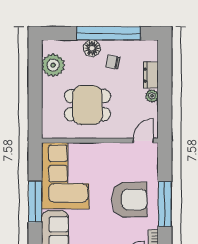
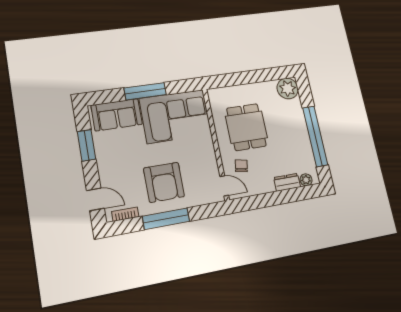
floor lamp: (92, 48) -> (299, 123), removed
chair: (113, 62) -> (241, 166), moved
plant: (53, 65) -> (288, 89), moved
plant: (152, 96) -> (306, 180), moved

